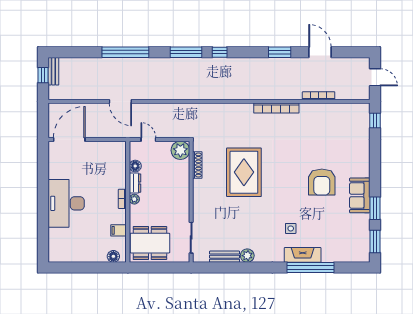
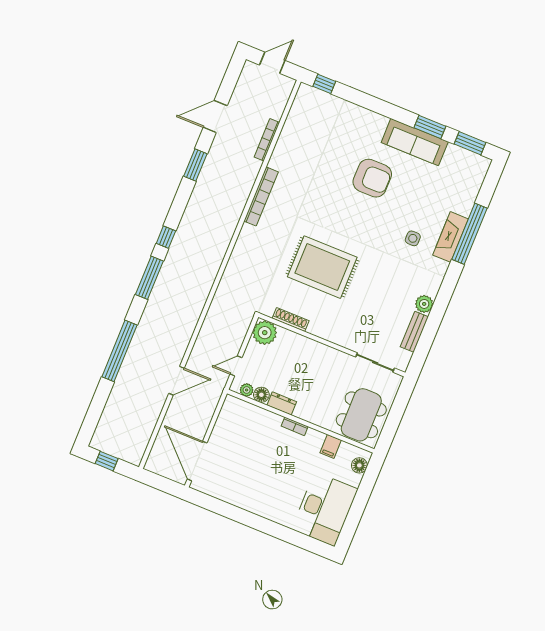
bench: (53, 71) -> (107, 447), removed
sofa: (360, 195) -> (415, 142), width x1.36
plant: (134, 199) -> (247, 390), moved
desk: (66, 203) -> (325, 509), moved, turned -90

